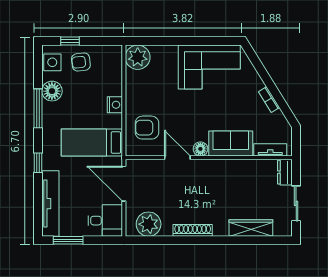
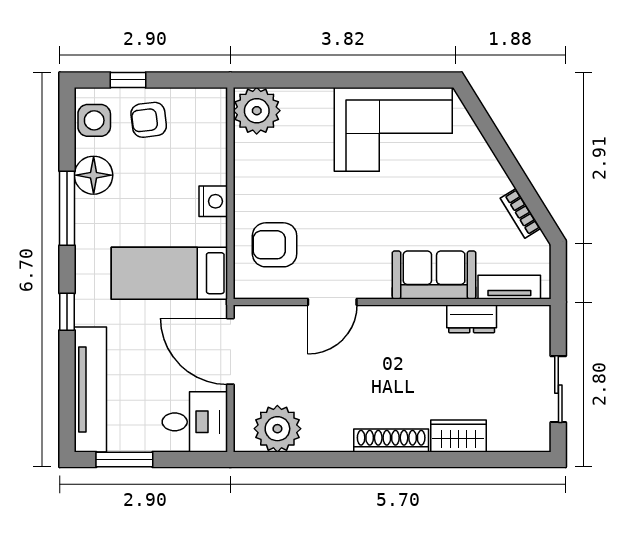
bookcase: (269, 100) -> (520, 213), moved
floor lamp: (200, 149) -> (376, 285), removed
door: (177, 158) -> (332, 302), swing flipped
dresser: (285, 172) -> (472, 319), moved, turned -90
wardrobe: (251, 228) -> (458, 436), width x0.67
shoe rack: (193, 230) -> (391, 441), moved

